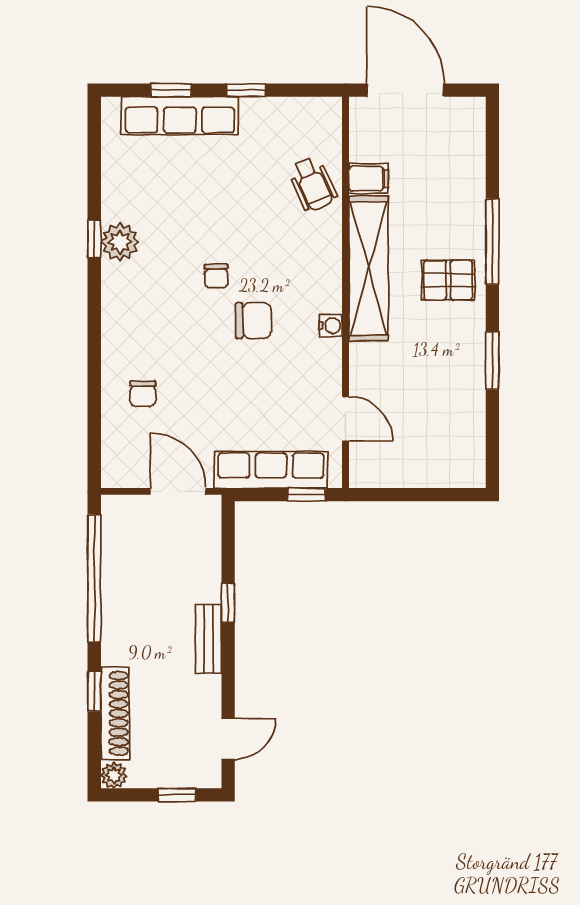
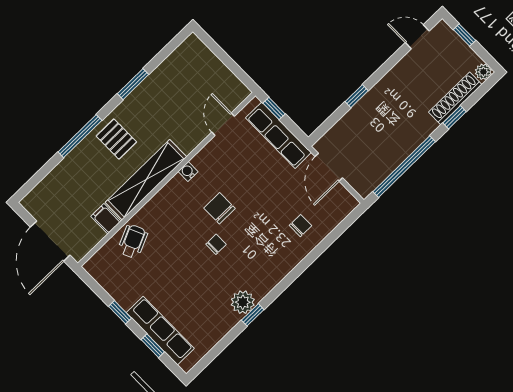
bench: (208, 639) -> (381, 89), removed

